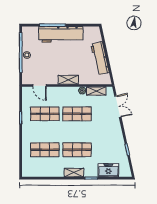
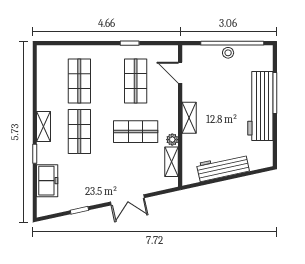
door: (39, 86) -> (180, 73), hinge flipped
double door: (118, 107) -> (127, 200), moved
shop shelf: (77, 114) -> (136, 132), turned 90

